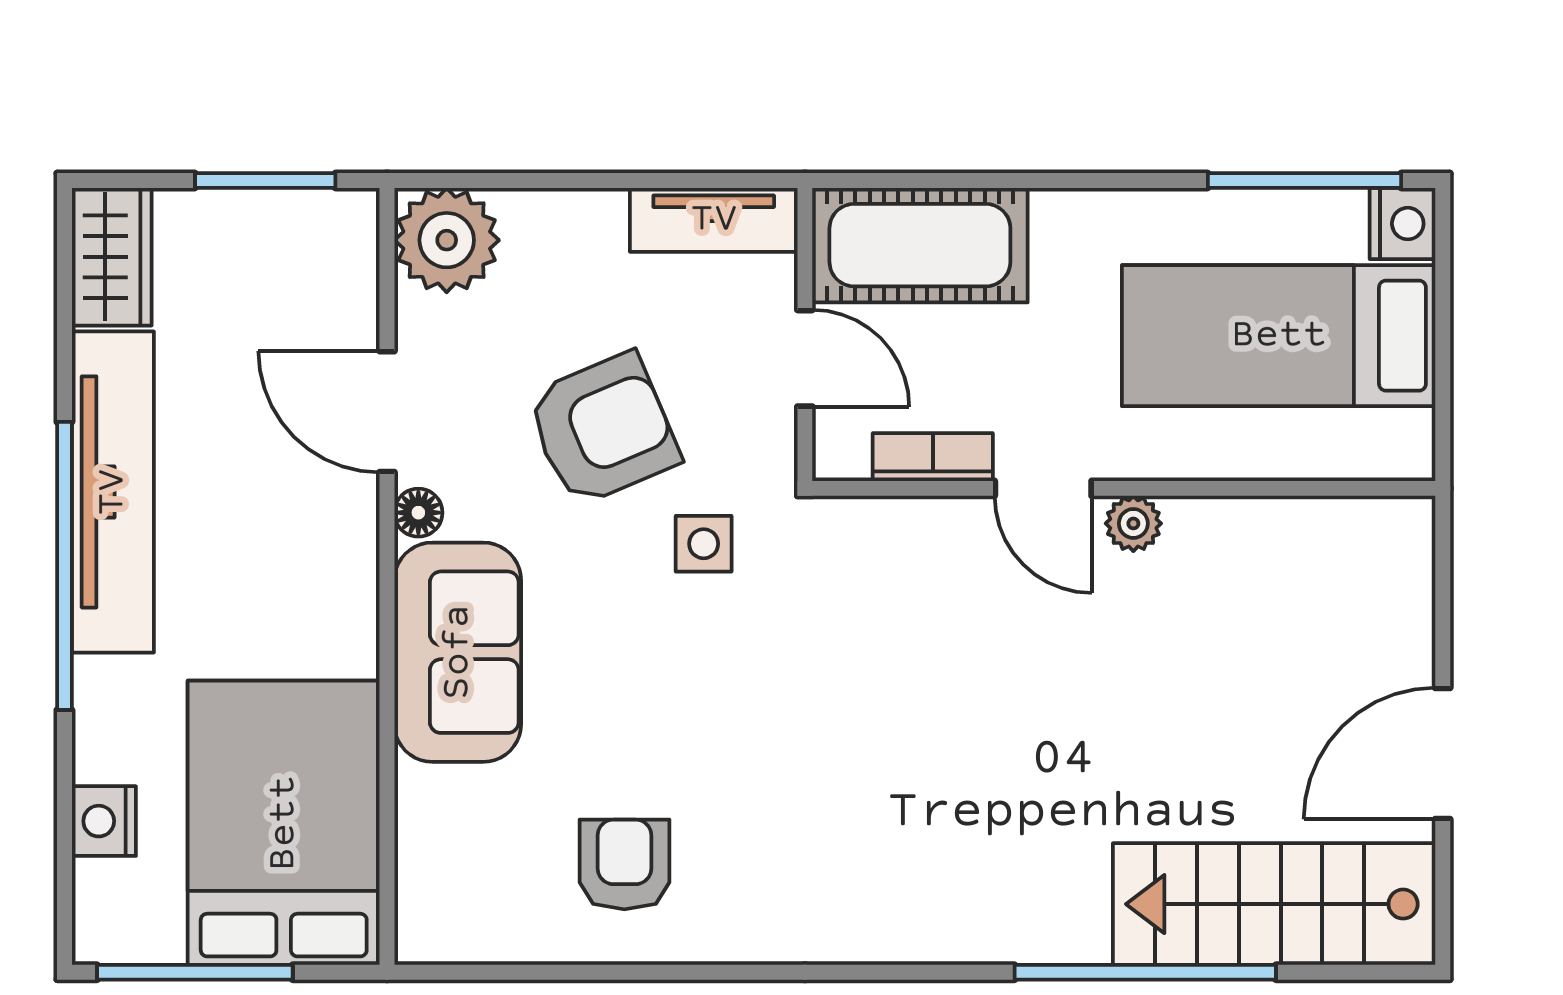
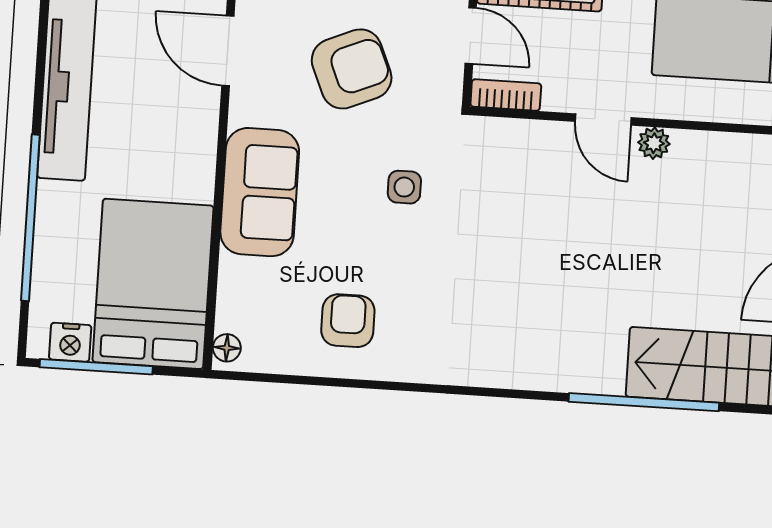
bookcase: (933, 457) -> (506, 95), moved
floor lamp: (418, 513) -> (227, 348), moved
side table: (704, 544) -> (404, 187), moved
window: (64, 566) -> (30, 218), moved
nightstand: (104, 821) -> (70, 342), moved, turned -90

